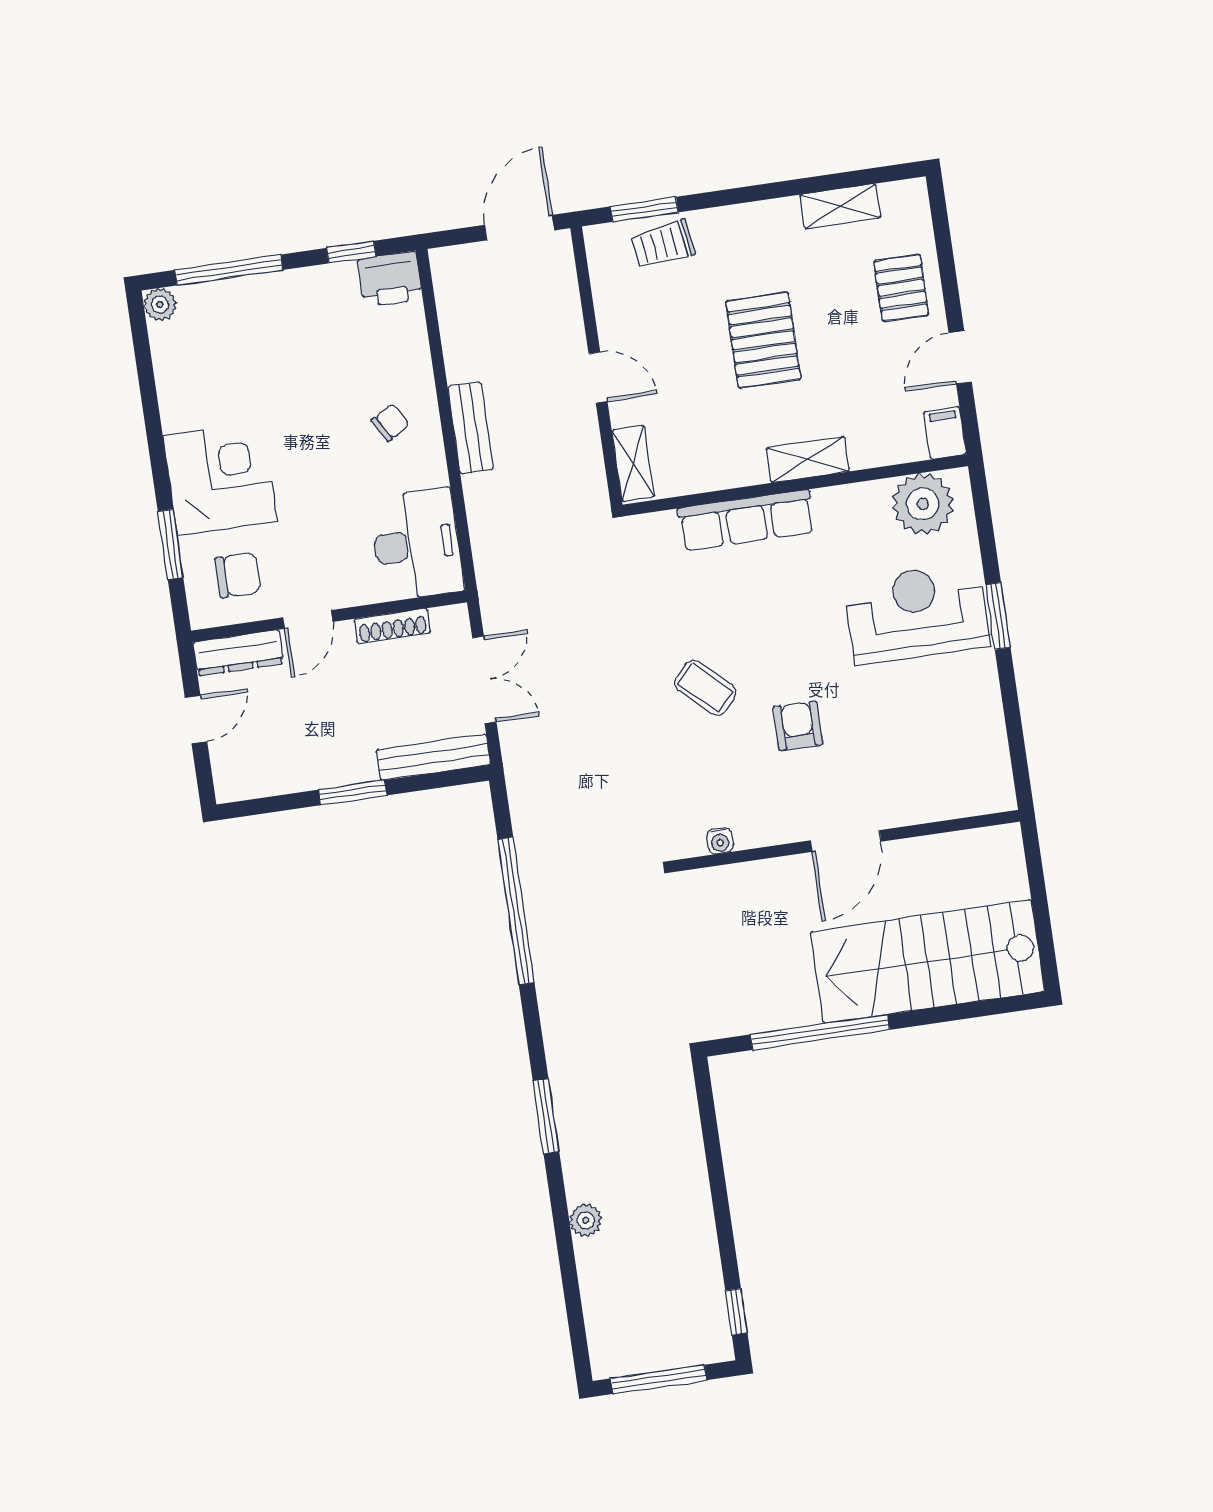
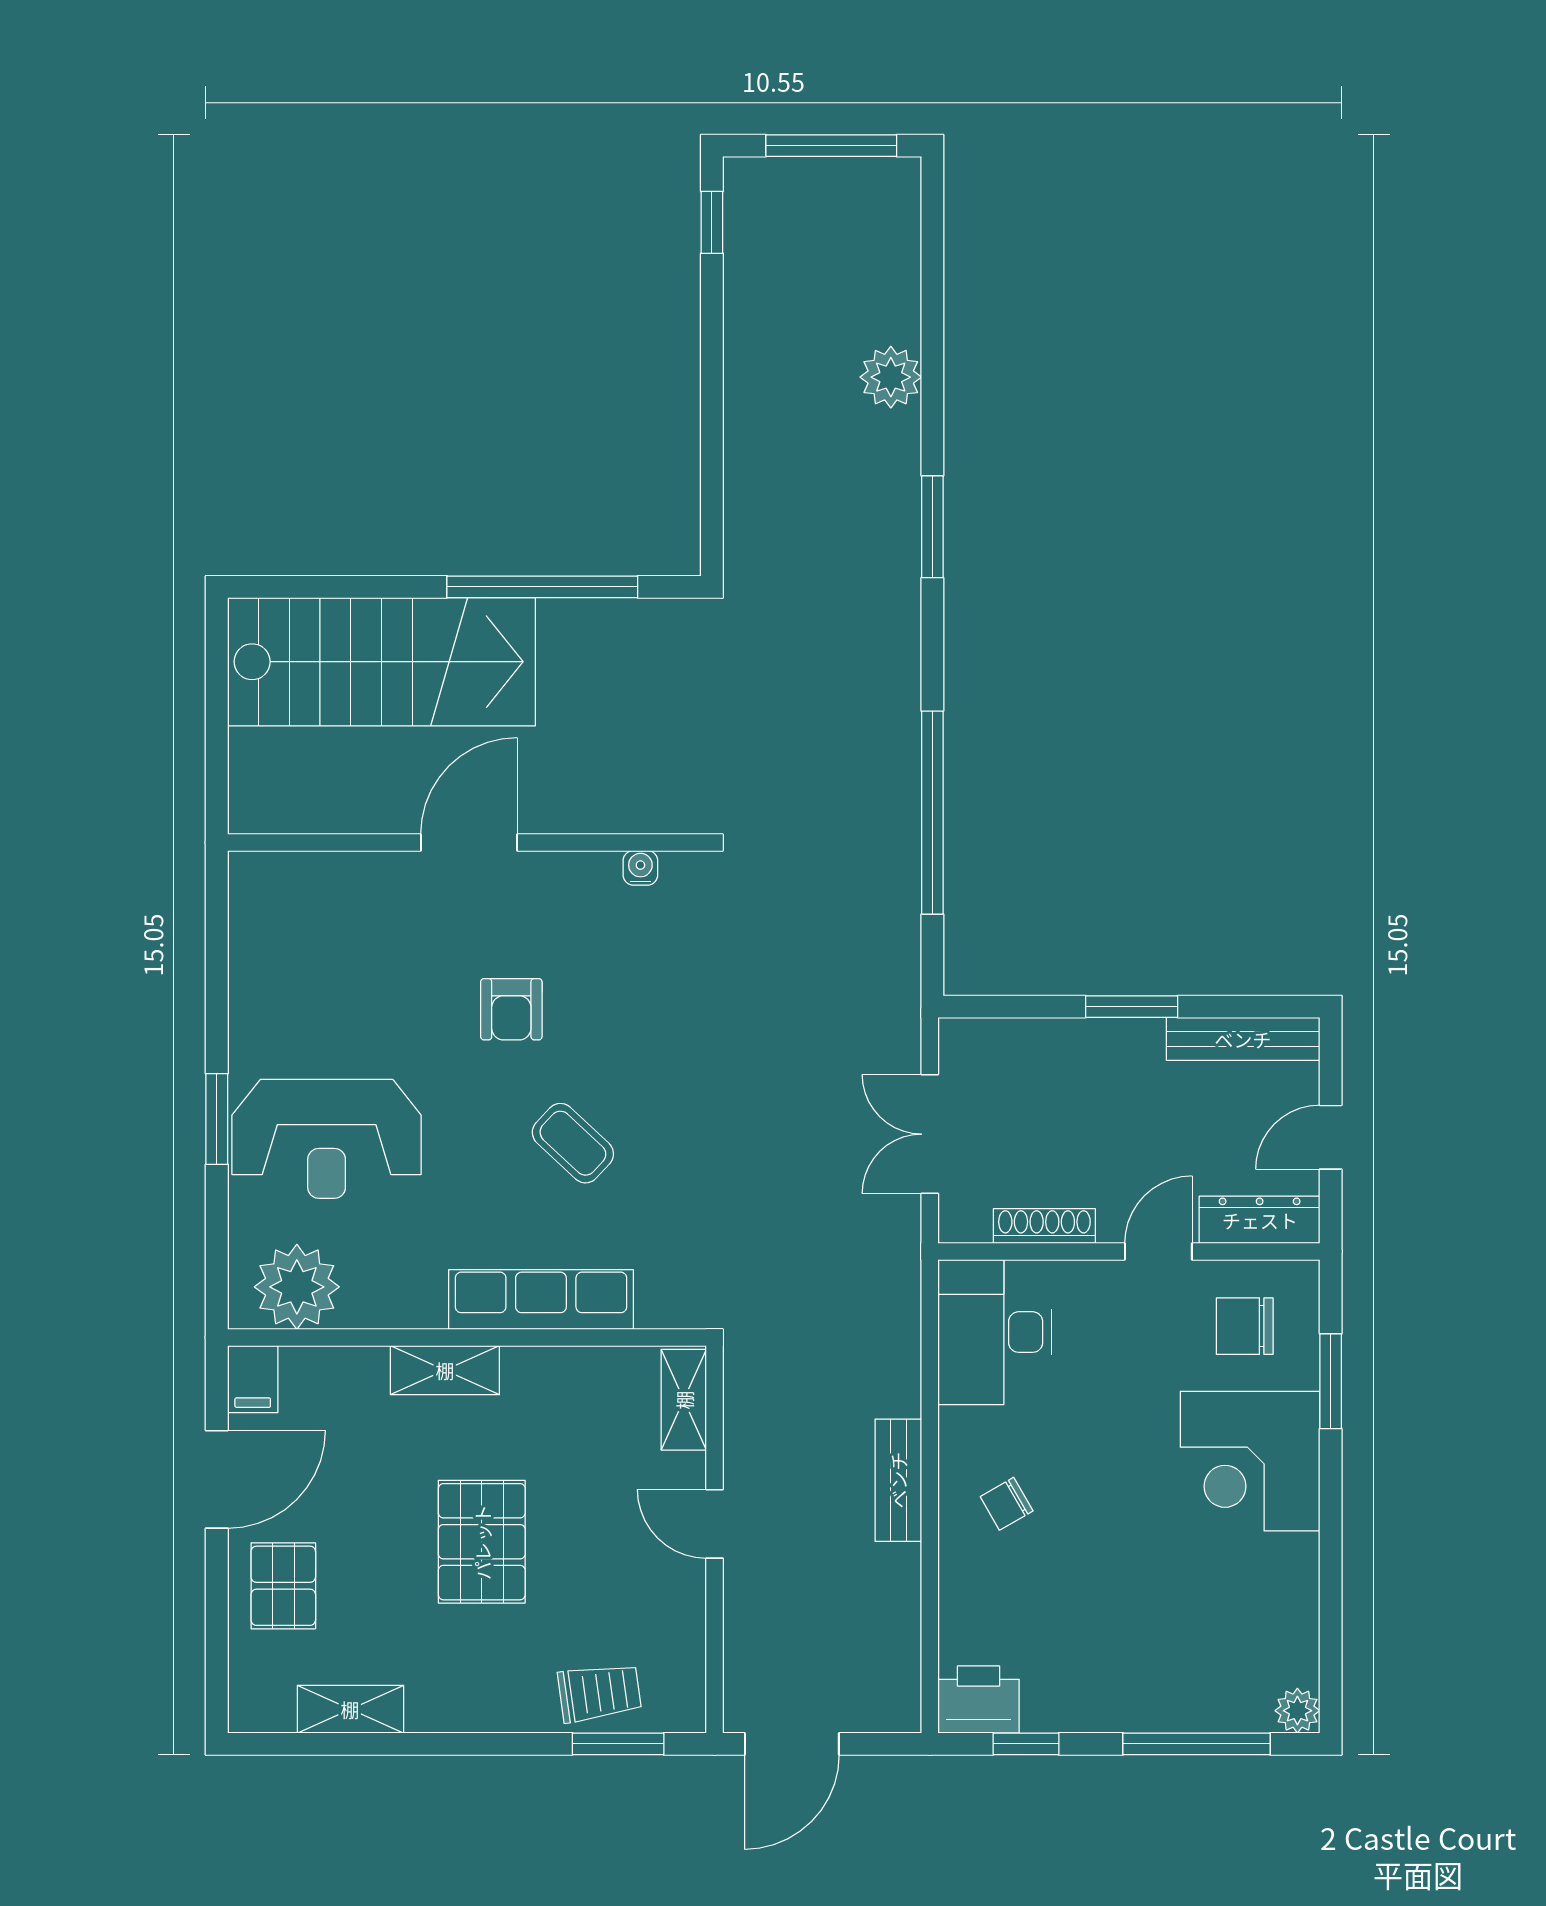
door: (960, 357) -> (217, 1479), width x1.37
coffee table: (705, 688) -> (573, 1143), moved
bench: (433, 757) -> (1243, 1039), moved
plant: (586, 1220) -> (891, 377), width x1.38, depth x1.38

